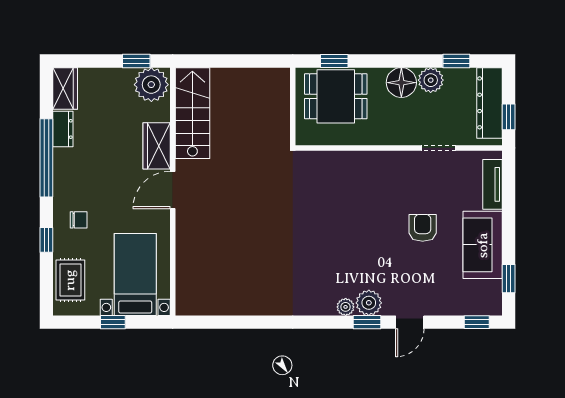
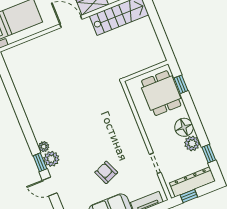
armchair: (423, 228) -> (106, 172), turned -113

